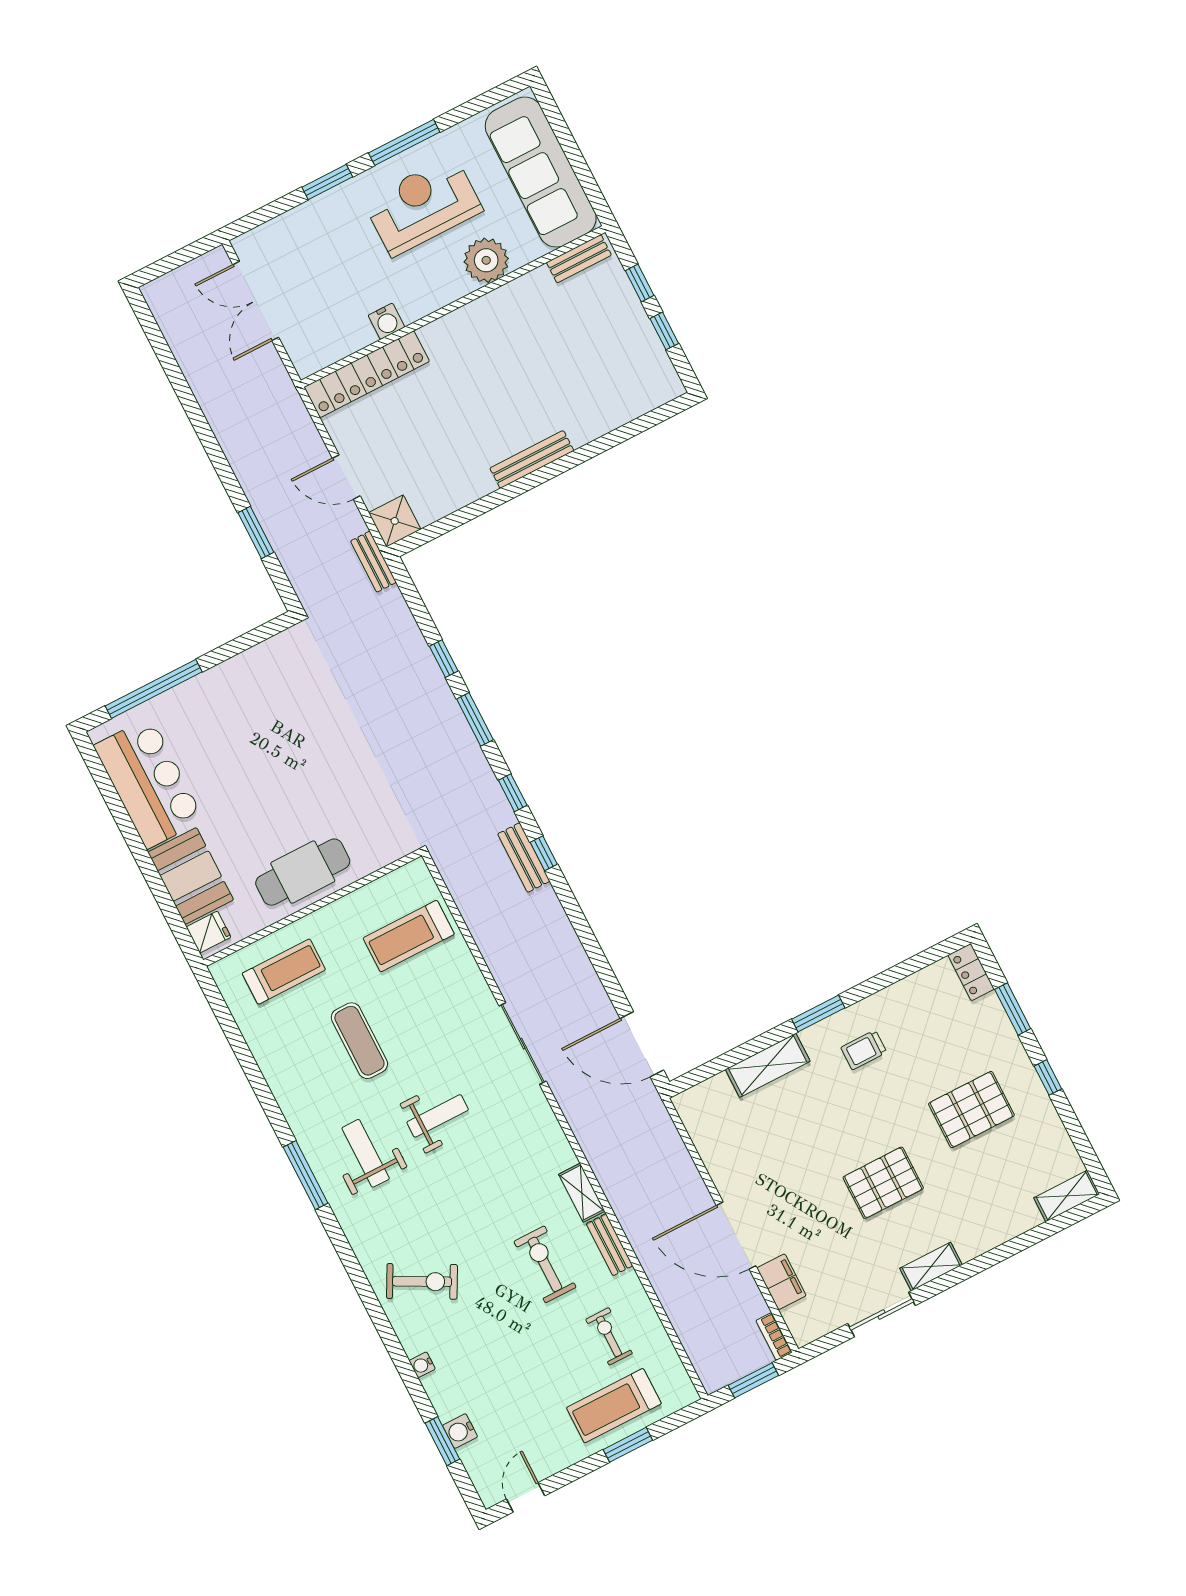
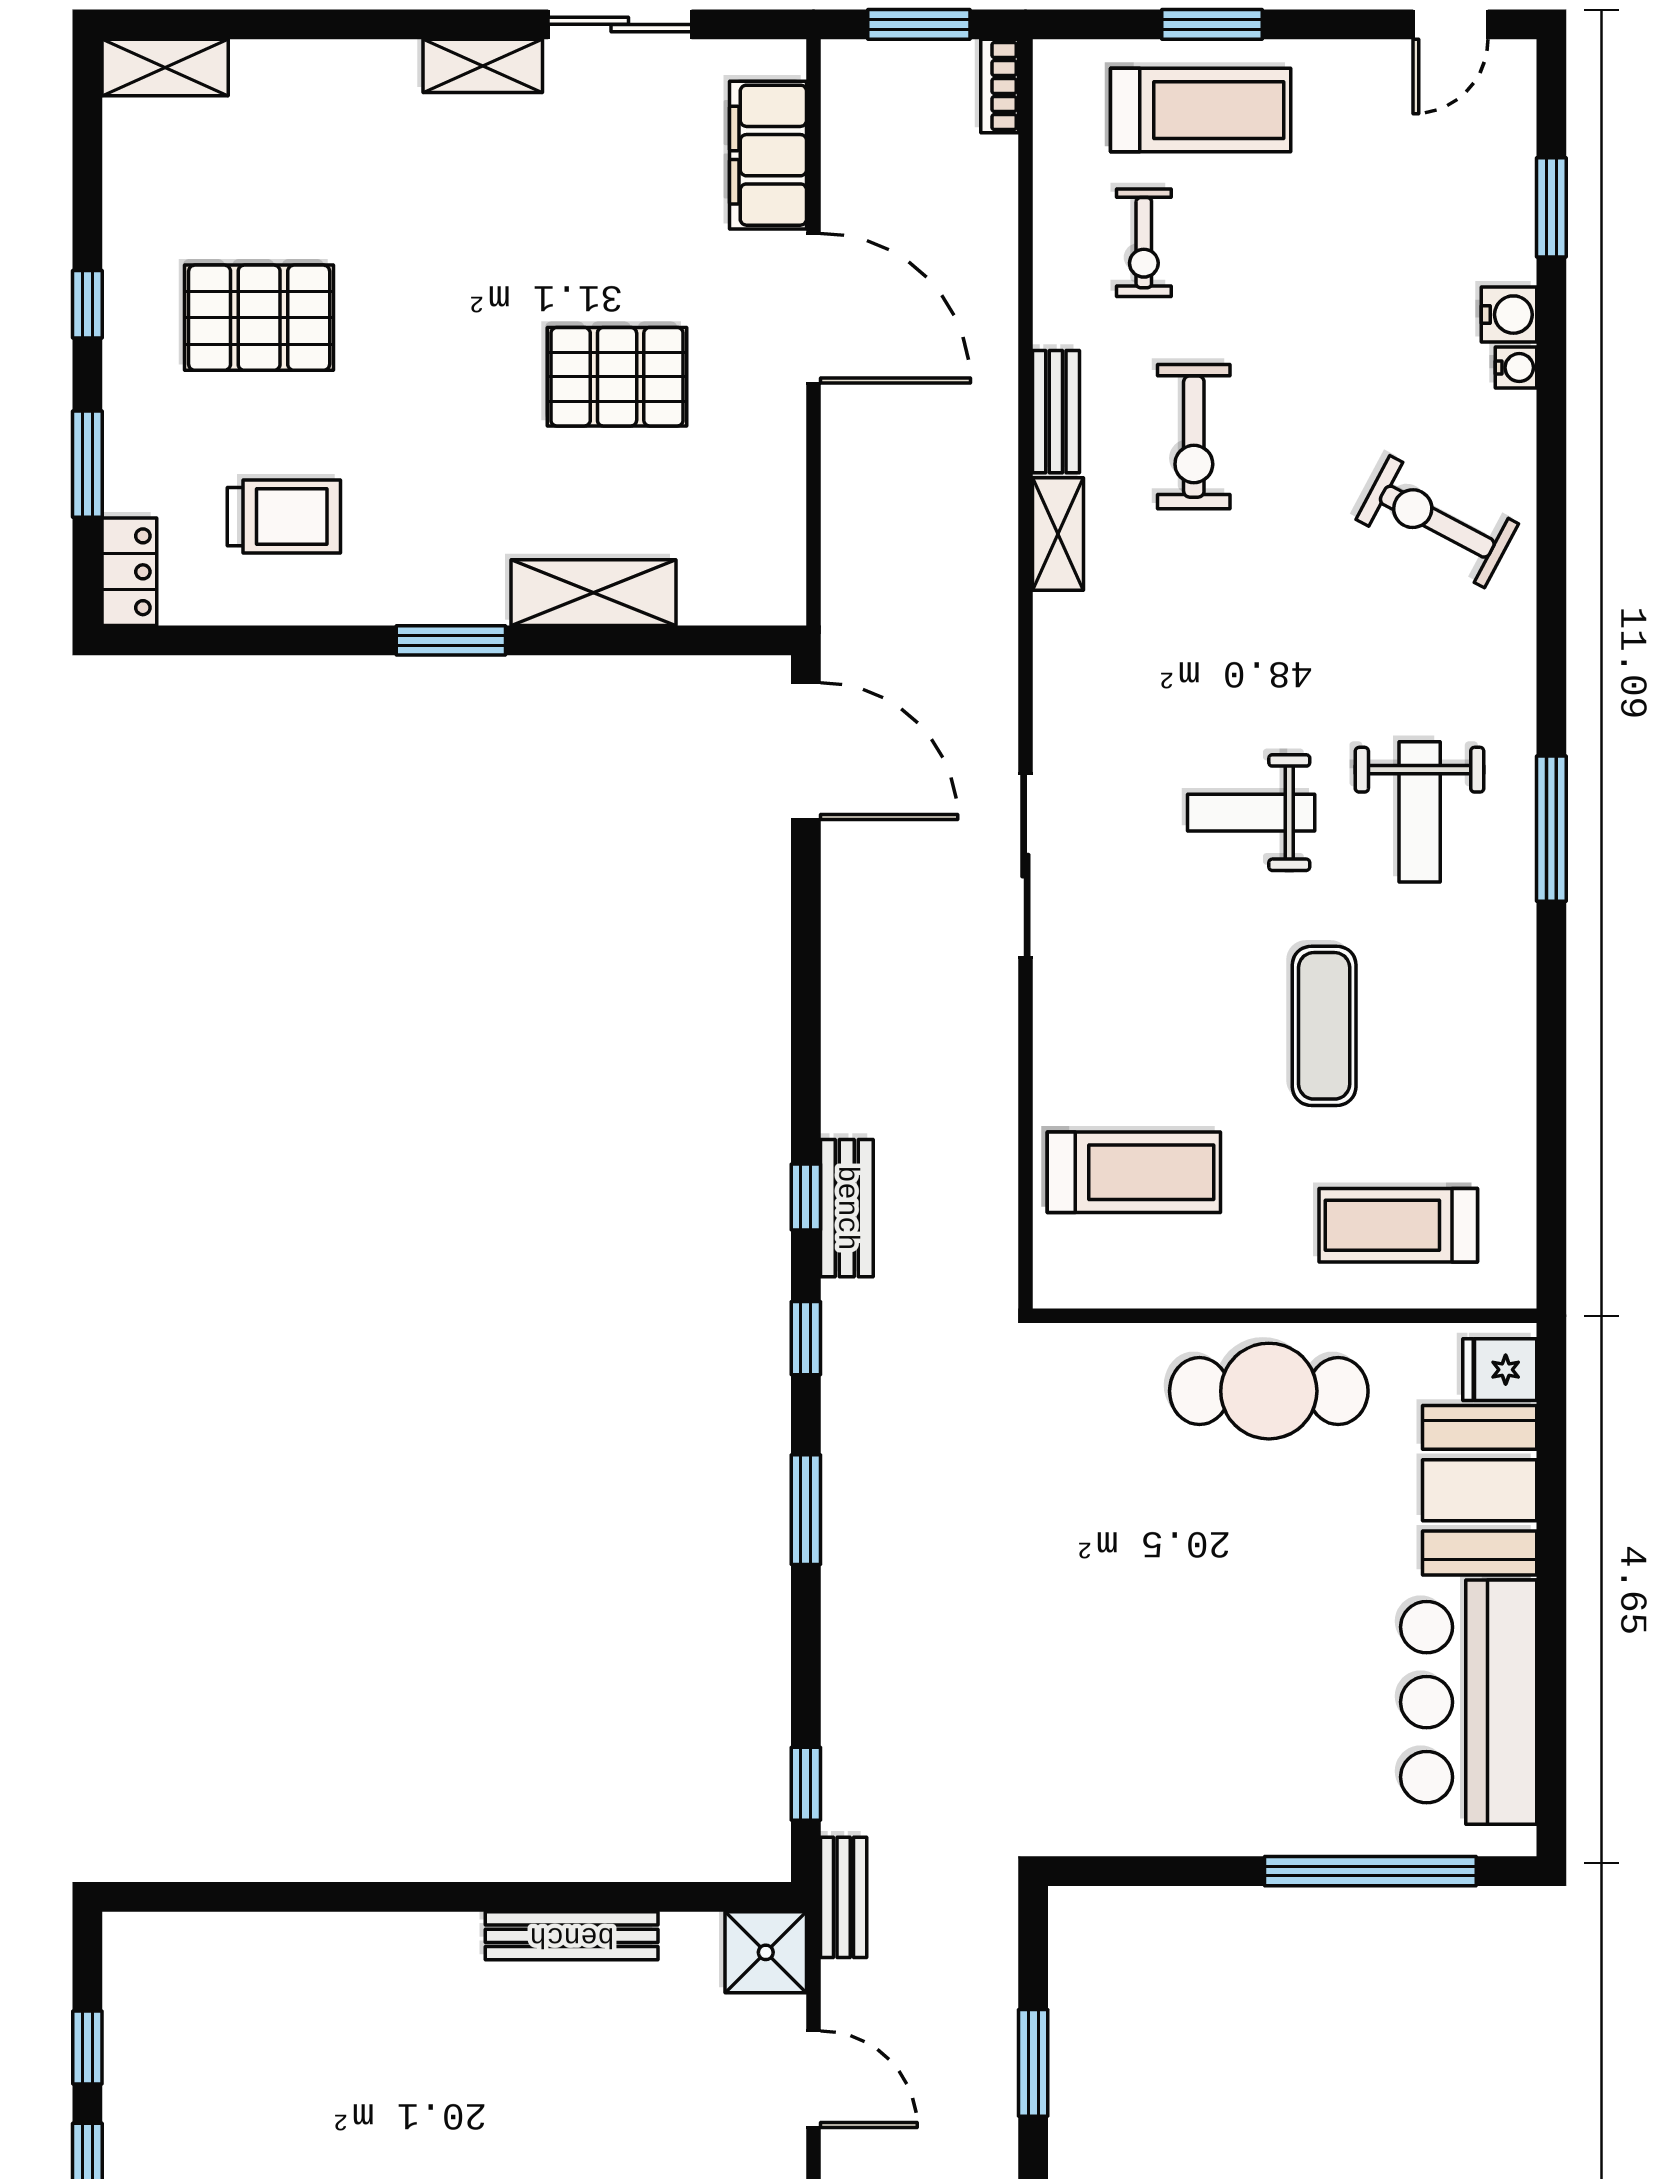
bench: (532, 459) -> (572, 1936), moved
window: (444, 659) -> (806, 1784), moved
trolley: (864, 1050) -> (284, 517), moved, width x1.36, depth x1.39
pallet: (883, 1183) -> (617, 377), moved
filing cabinet: (781, 1282) -> (768, 155), width x1.50, depth x1.17
bookcase: (774, 1336) -> (1000, 86), moved, turned 180
water cooler: (460, 1431) -> (1509, 315), moved

